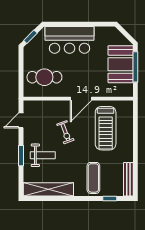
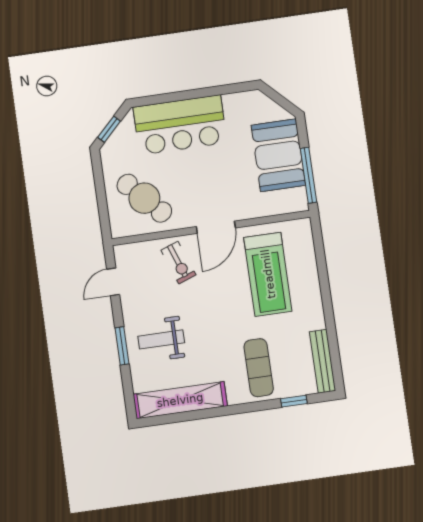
window: (135, 67) -> (308, 175), moved
cafe table: (44, 77) -> (144, 198), turned 47
exercise bike: (65, 132) -> (178, 263), moved
weight bench: (43, 155) -> (161, 339), turned 180

